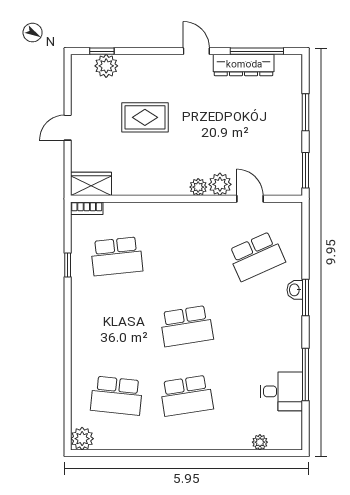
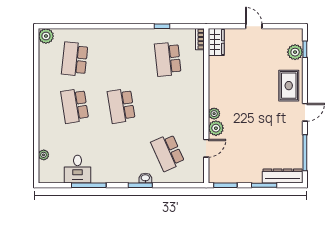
dresser: (244, 65) -> (283, 176), moved, turned 90
rug: (145, 117) -> (289, 86), moved

